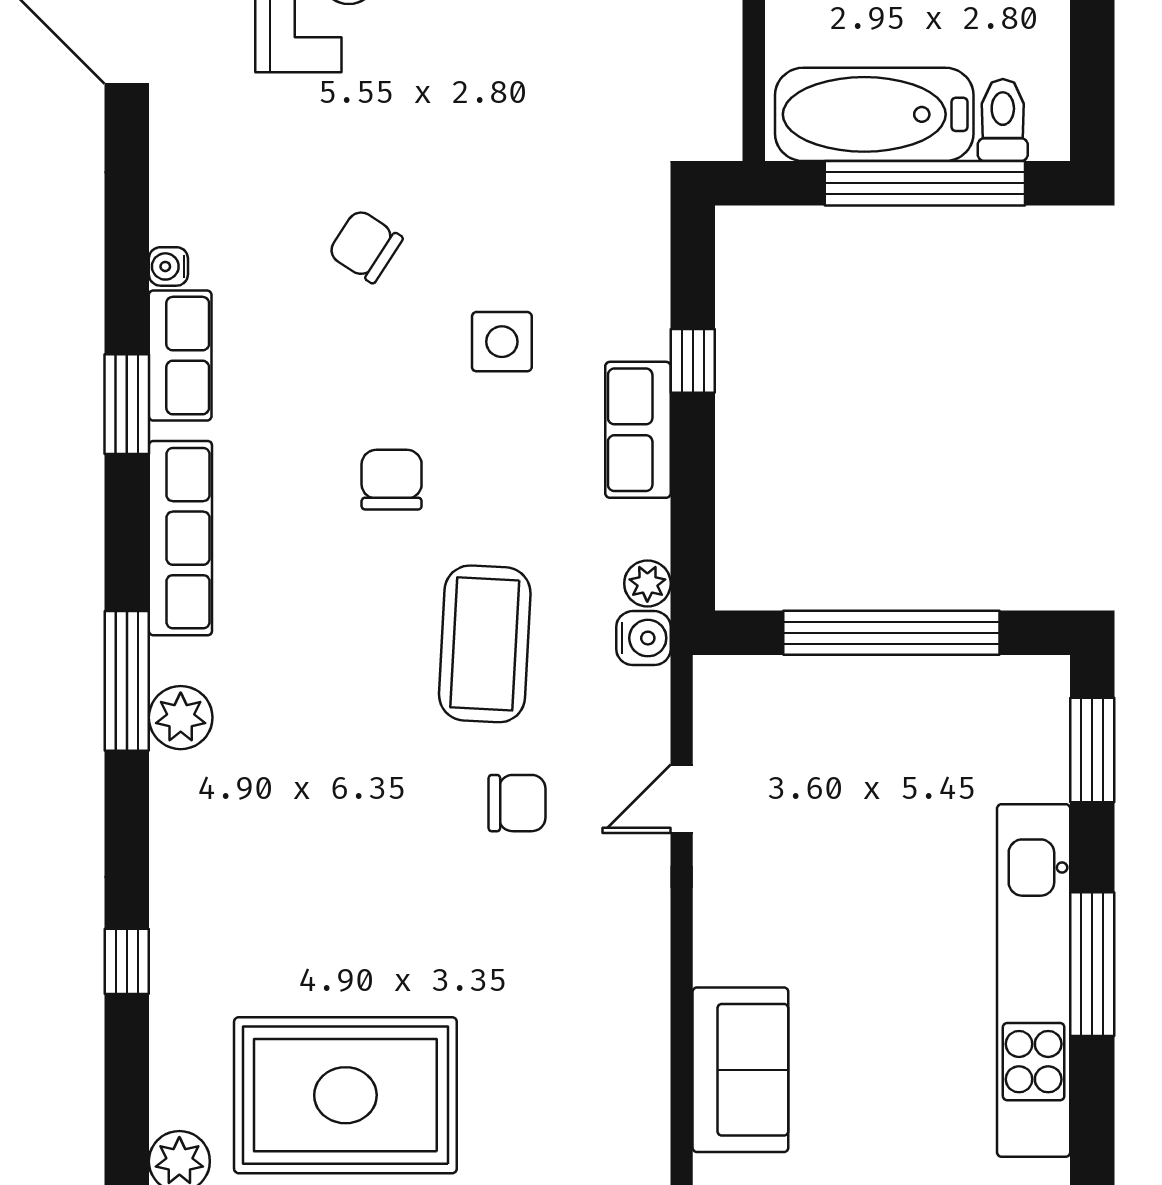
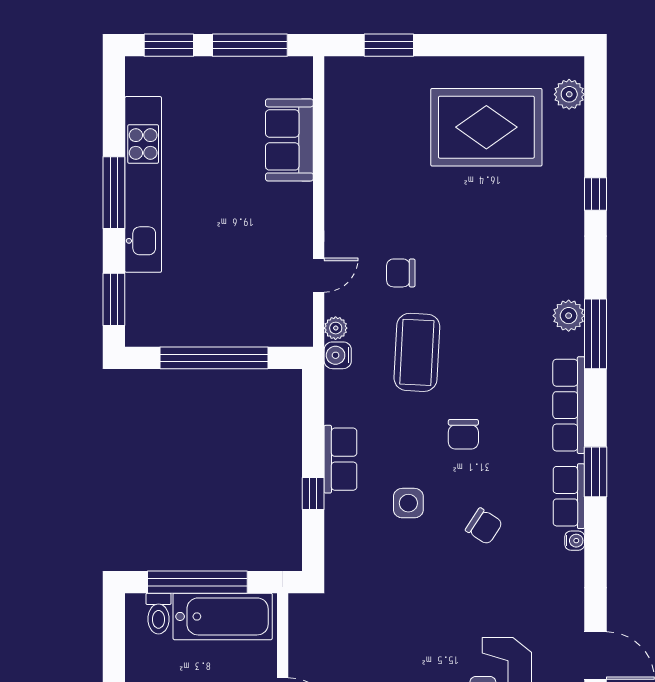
chair: (365, 246) -> (484, 526), moved
plant: (647, 583) -> (336, 328), moved

